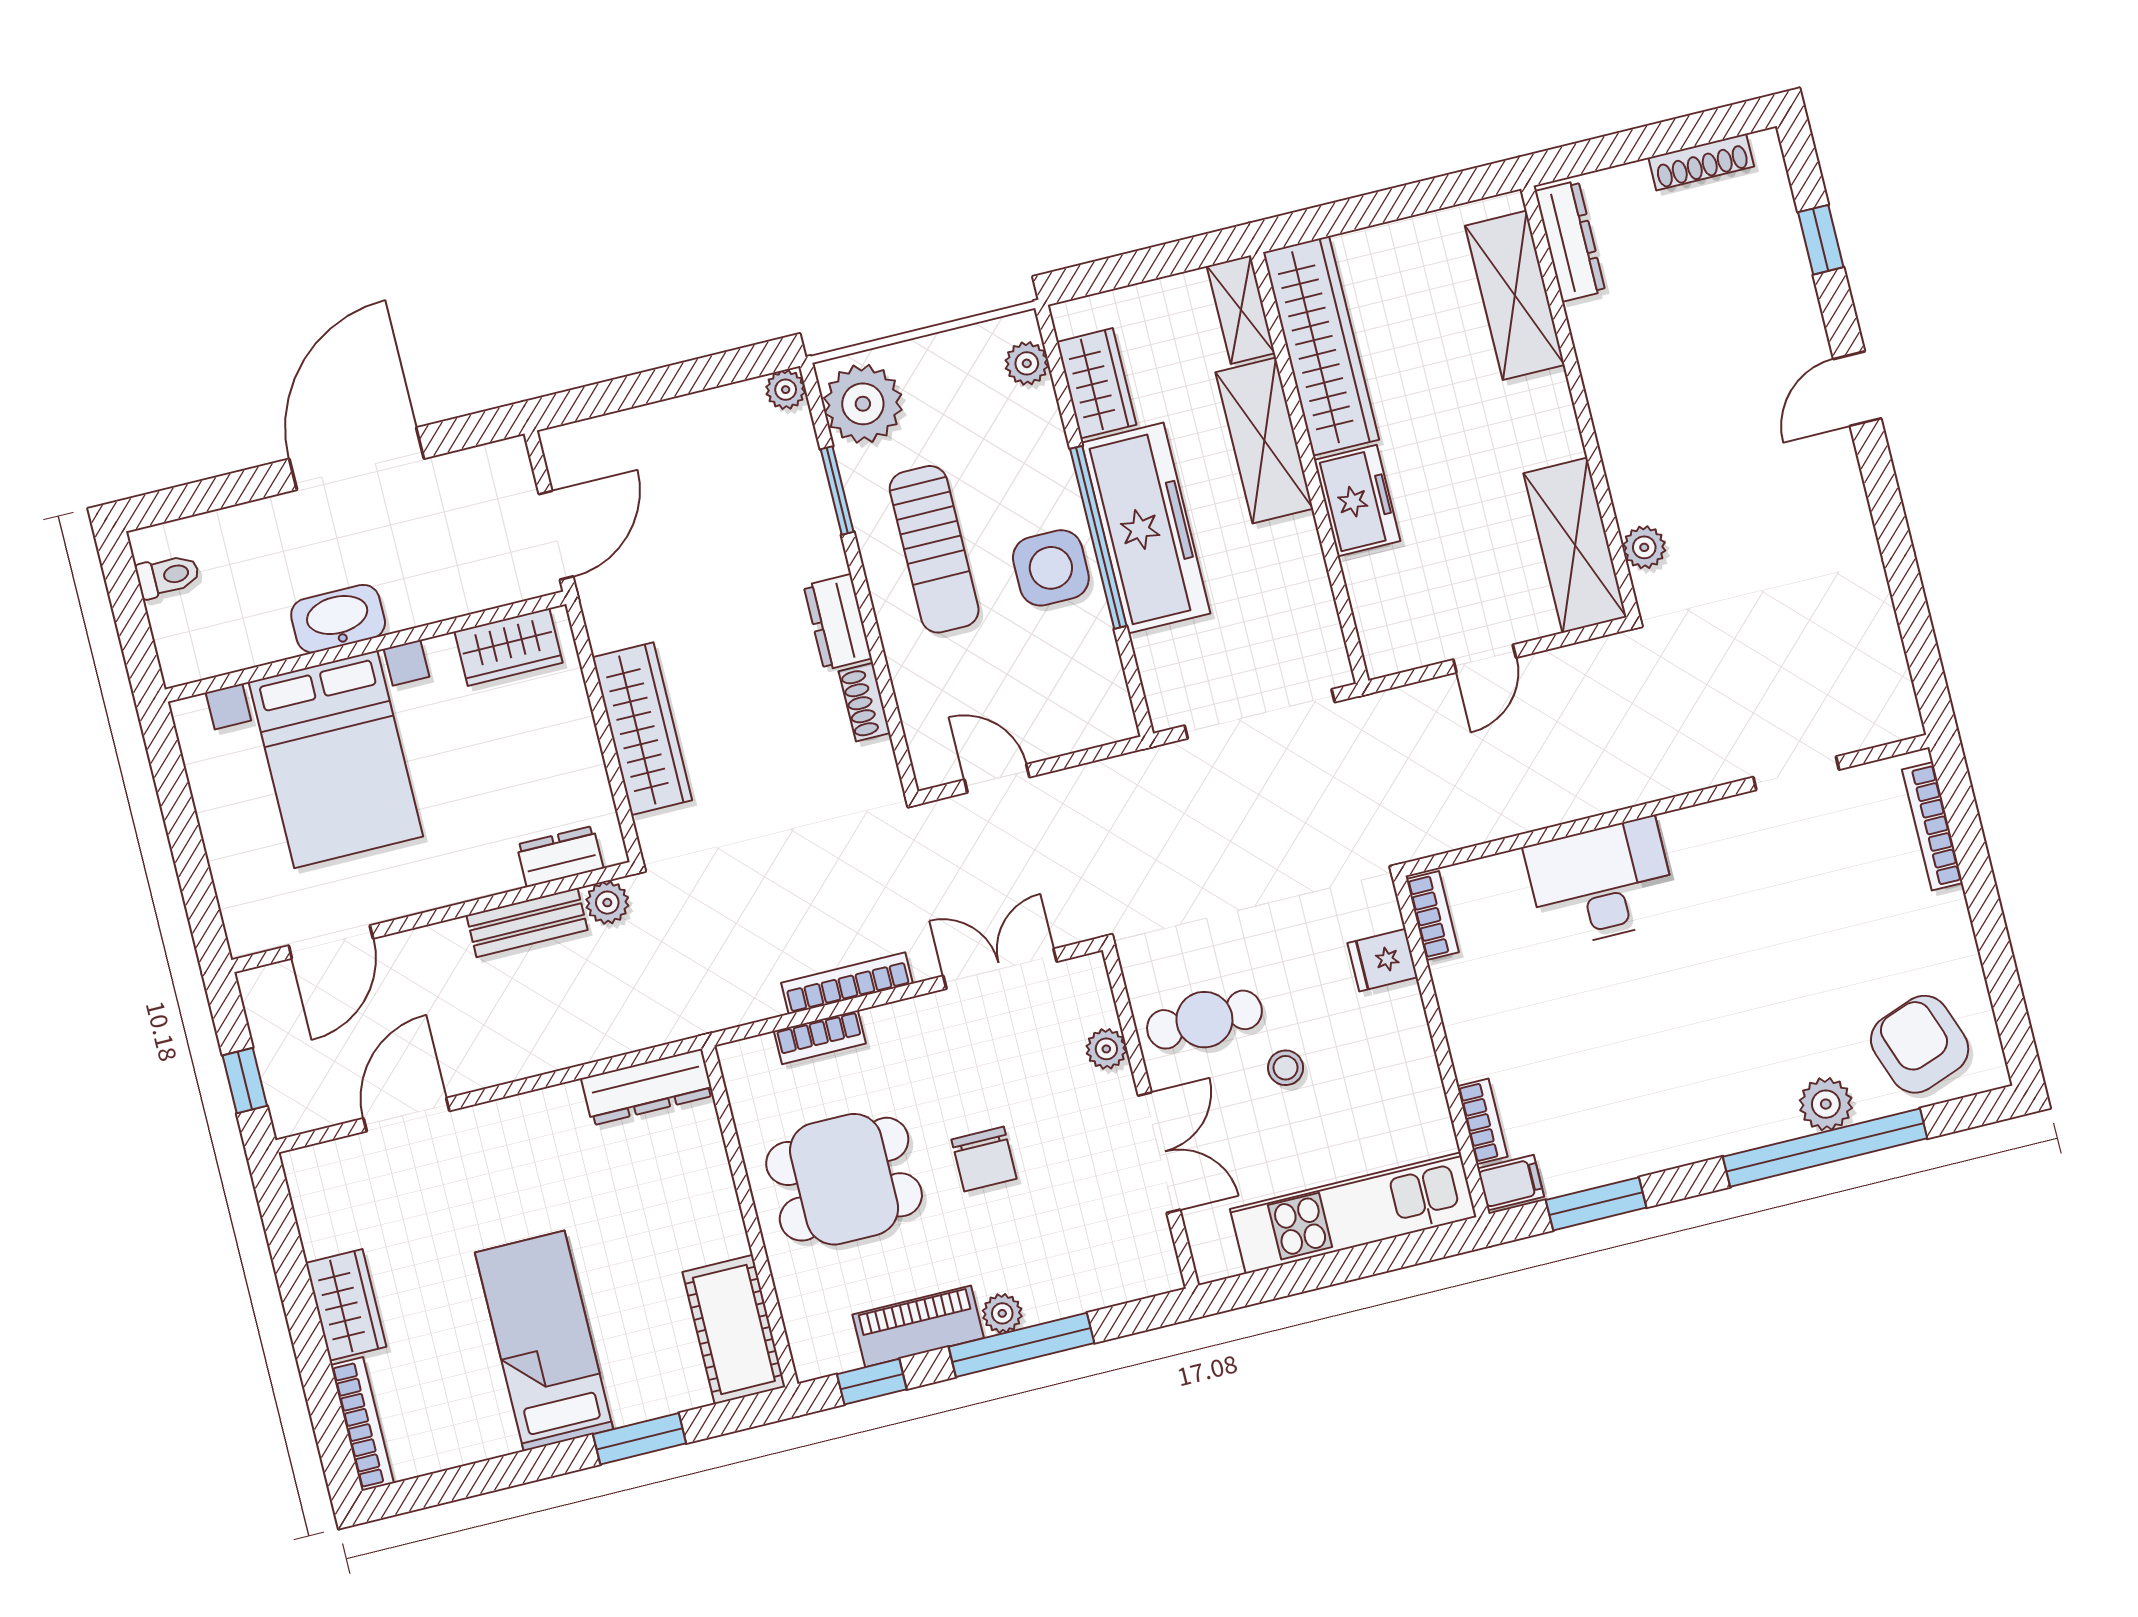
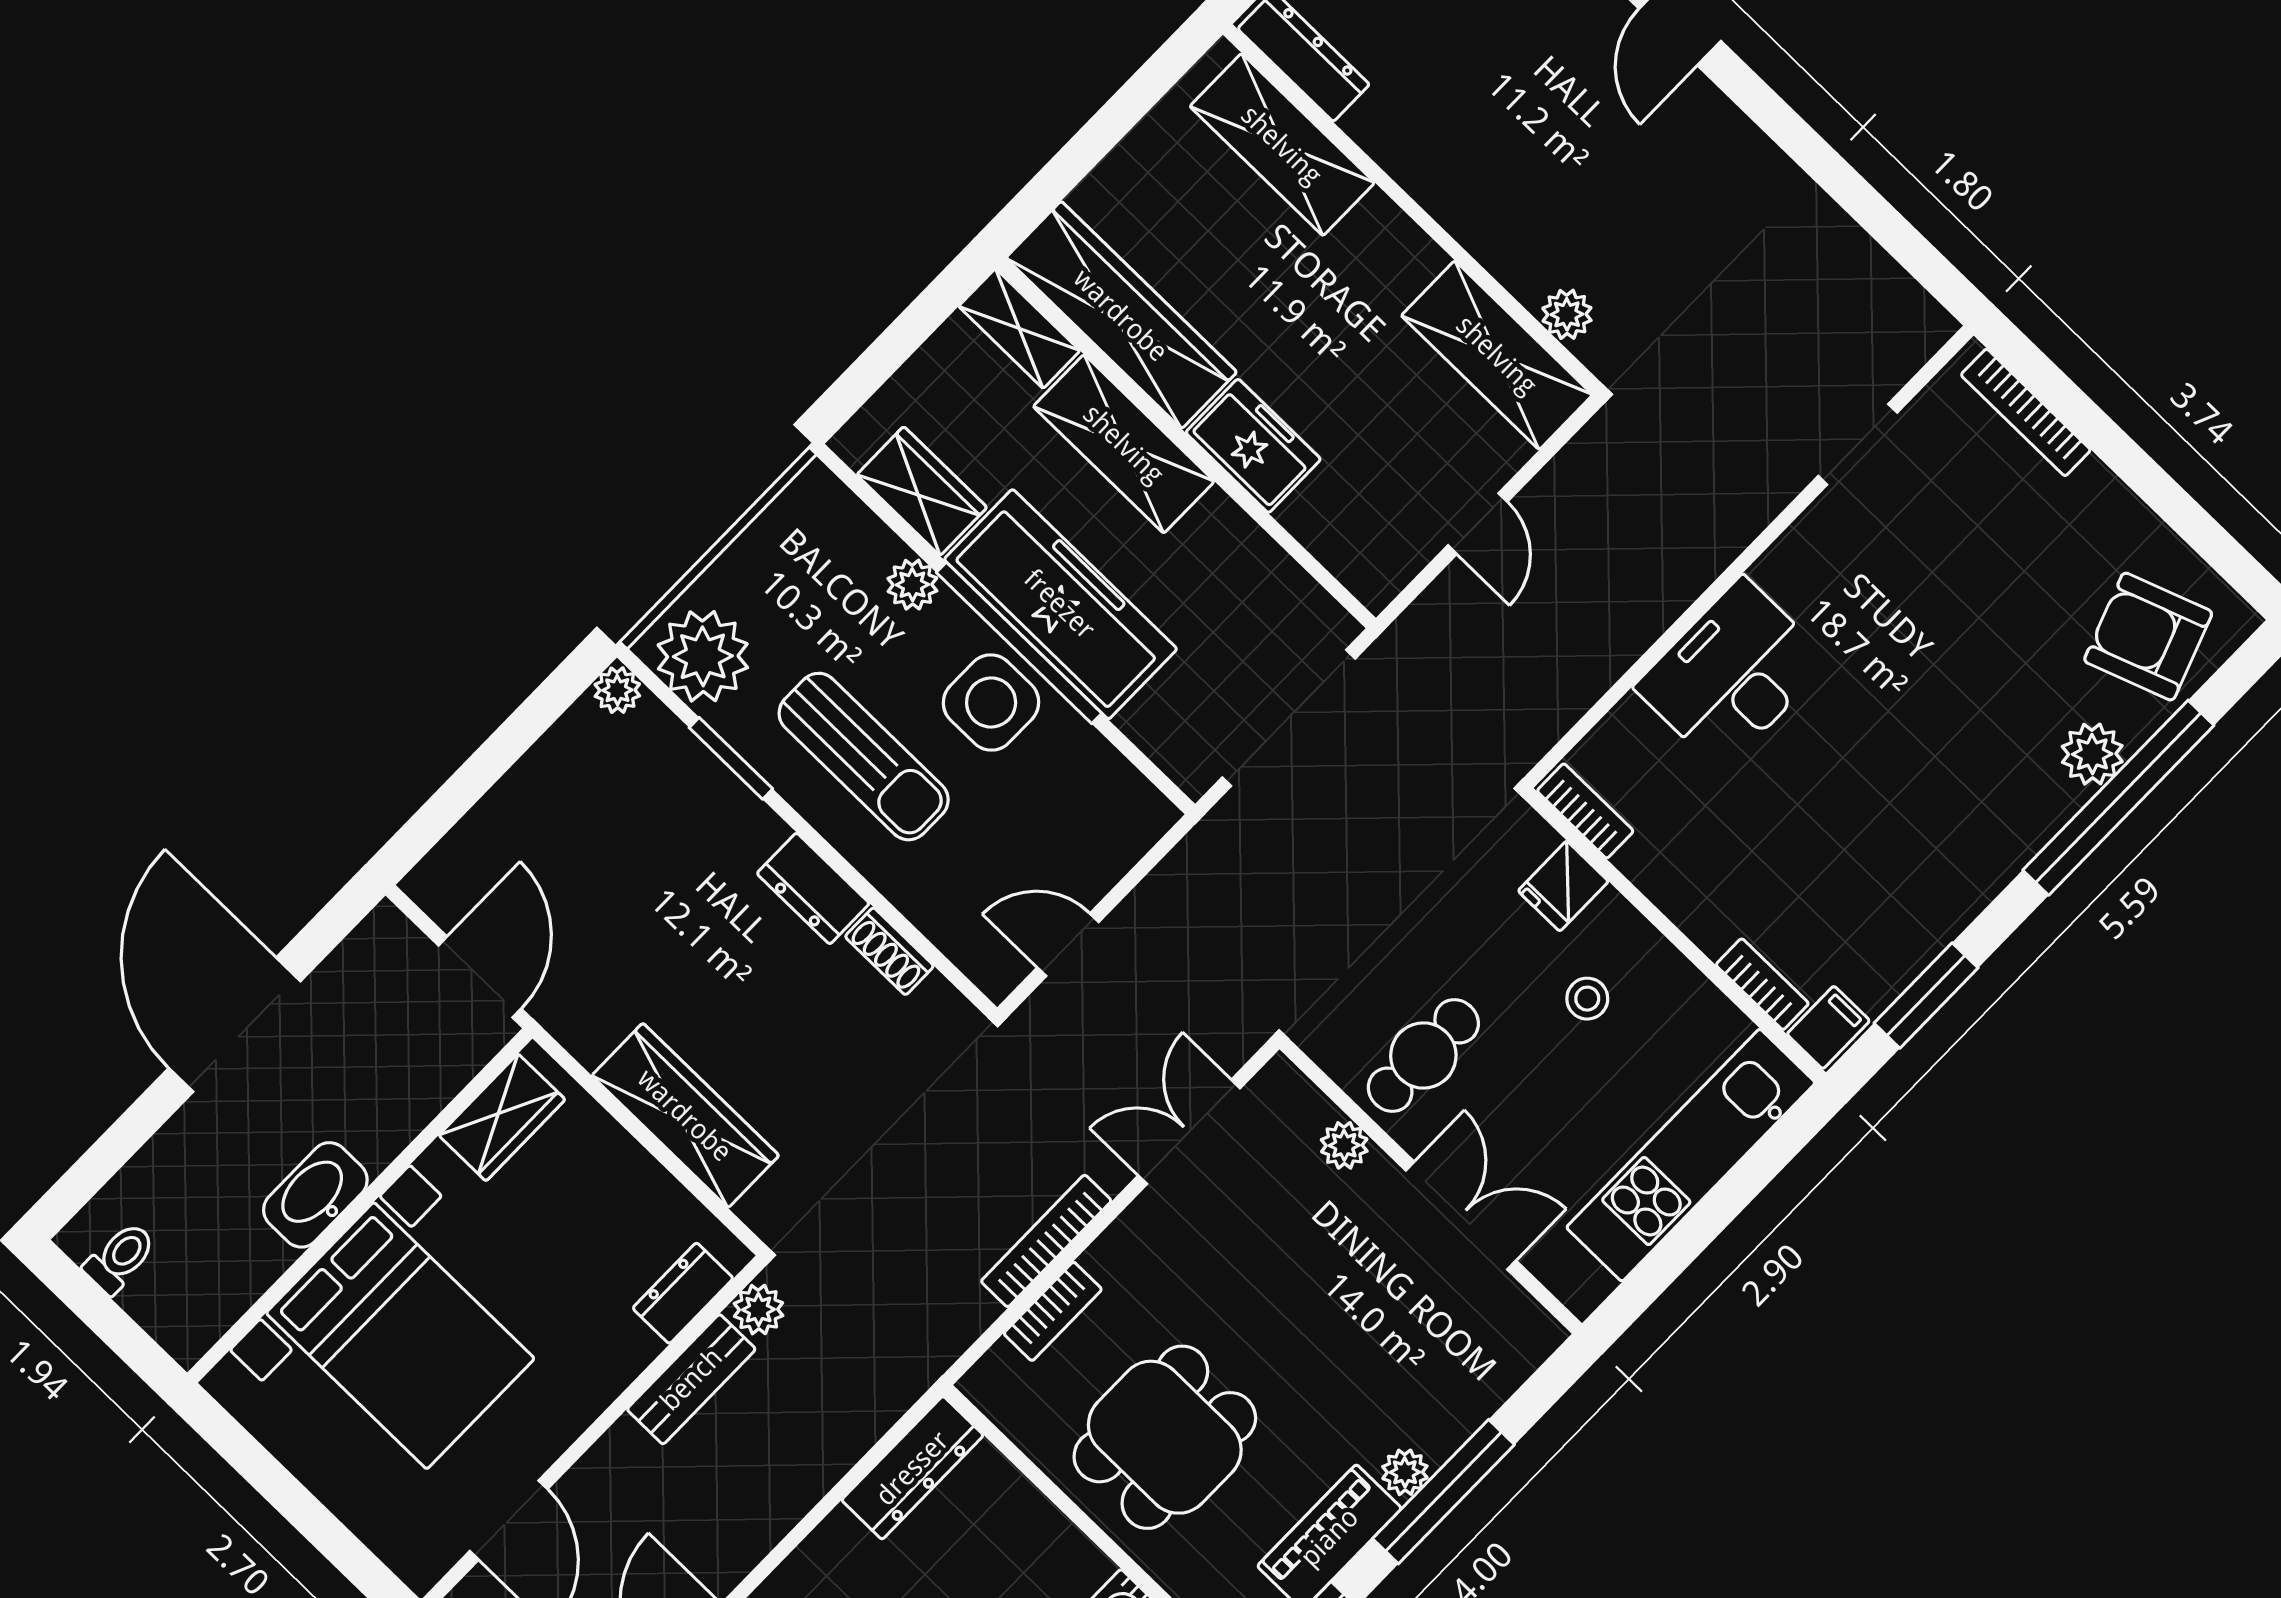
plant: (1027, 363) -> (912, 585), moved
stool: (1286, 1068) -> (1587, 999), moved
chair: (984, 1159) -> (1291, 1330), removed

